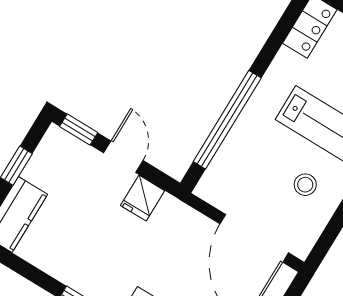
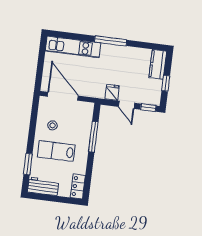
window: (227, 120) -> (93, 137), width x0.68

